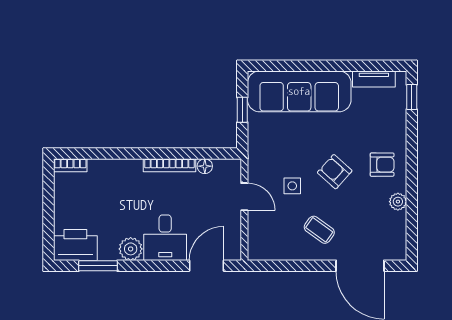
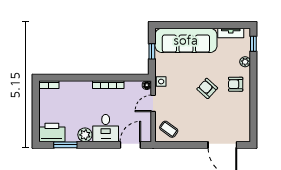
armchair: (382, 165) -> (236, 84), turned 180
floor lamp: (205, 166) -> (147, 85), moved
side table: (292, 186) -> (161, 82), moved
door: (244, 197) -> (153, 103), swing flipped
plant: (398, 202) -> (245, 62), moved
coffee table: (319, 230) -> (169, 129), moved

